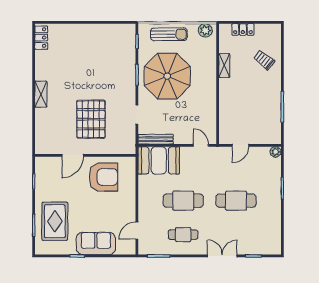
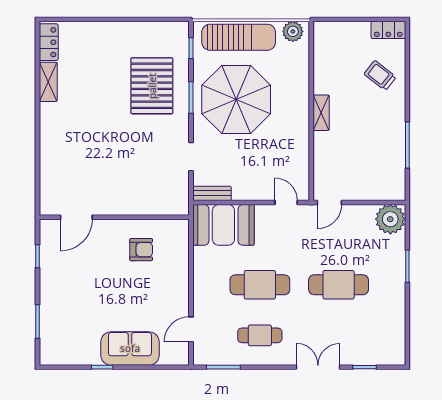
locker: (243, 29) -> (388, 30), moved
sun lounger: (169, 34) -> (239, 37), width x1.36, depth x1.34
shelving: (224, 66) -> (321, 113), moved
shelving: (41, 94) -> (48, 82), moved
pallet: (91, 119) -> (152, 86), moved
bench: (156, 139) -> (212, 193), width x0.73
door: (240, 145) -> (329, 203), moved
plant: (275, 152) -> (390, 219), width x1.88, depth x1.88
door: (73, 155) -> (76, 217), moved
armchair: (103, 177) -> (141, 250), width x0.53, depth x0.53
rug: (55, 221) -> (69, 316), removed

